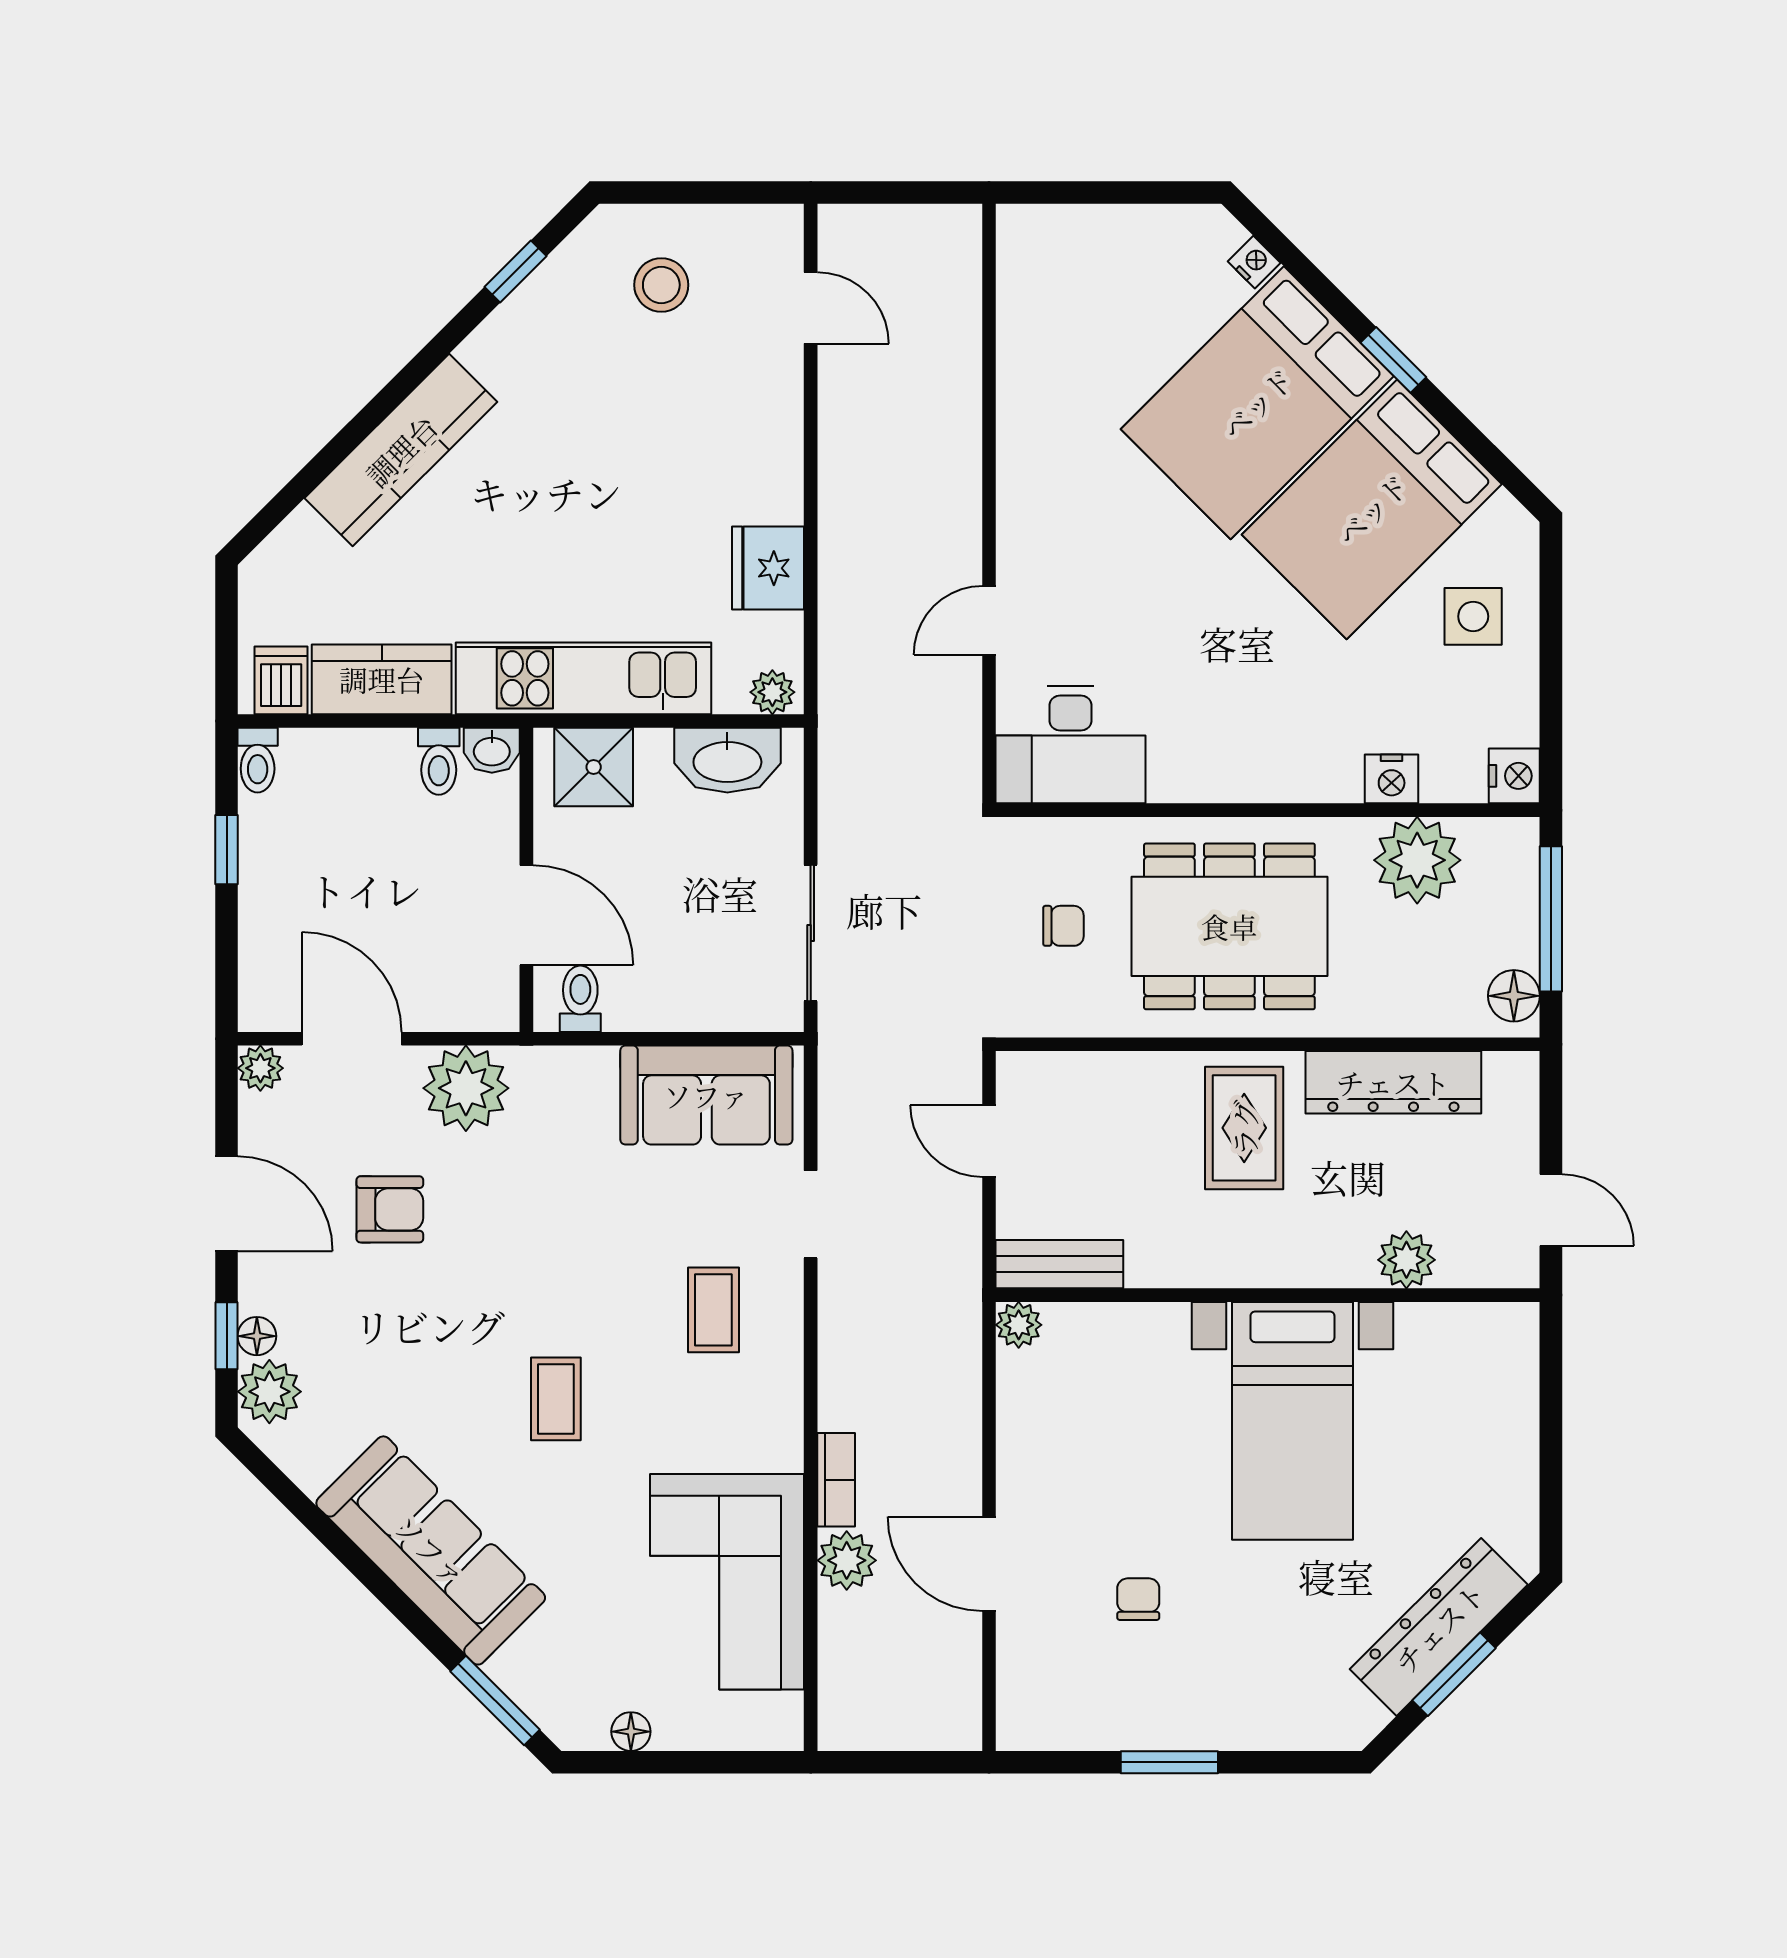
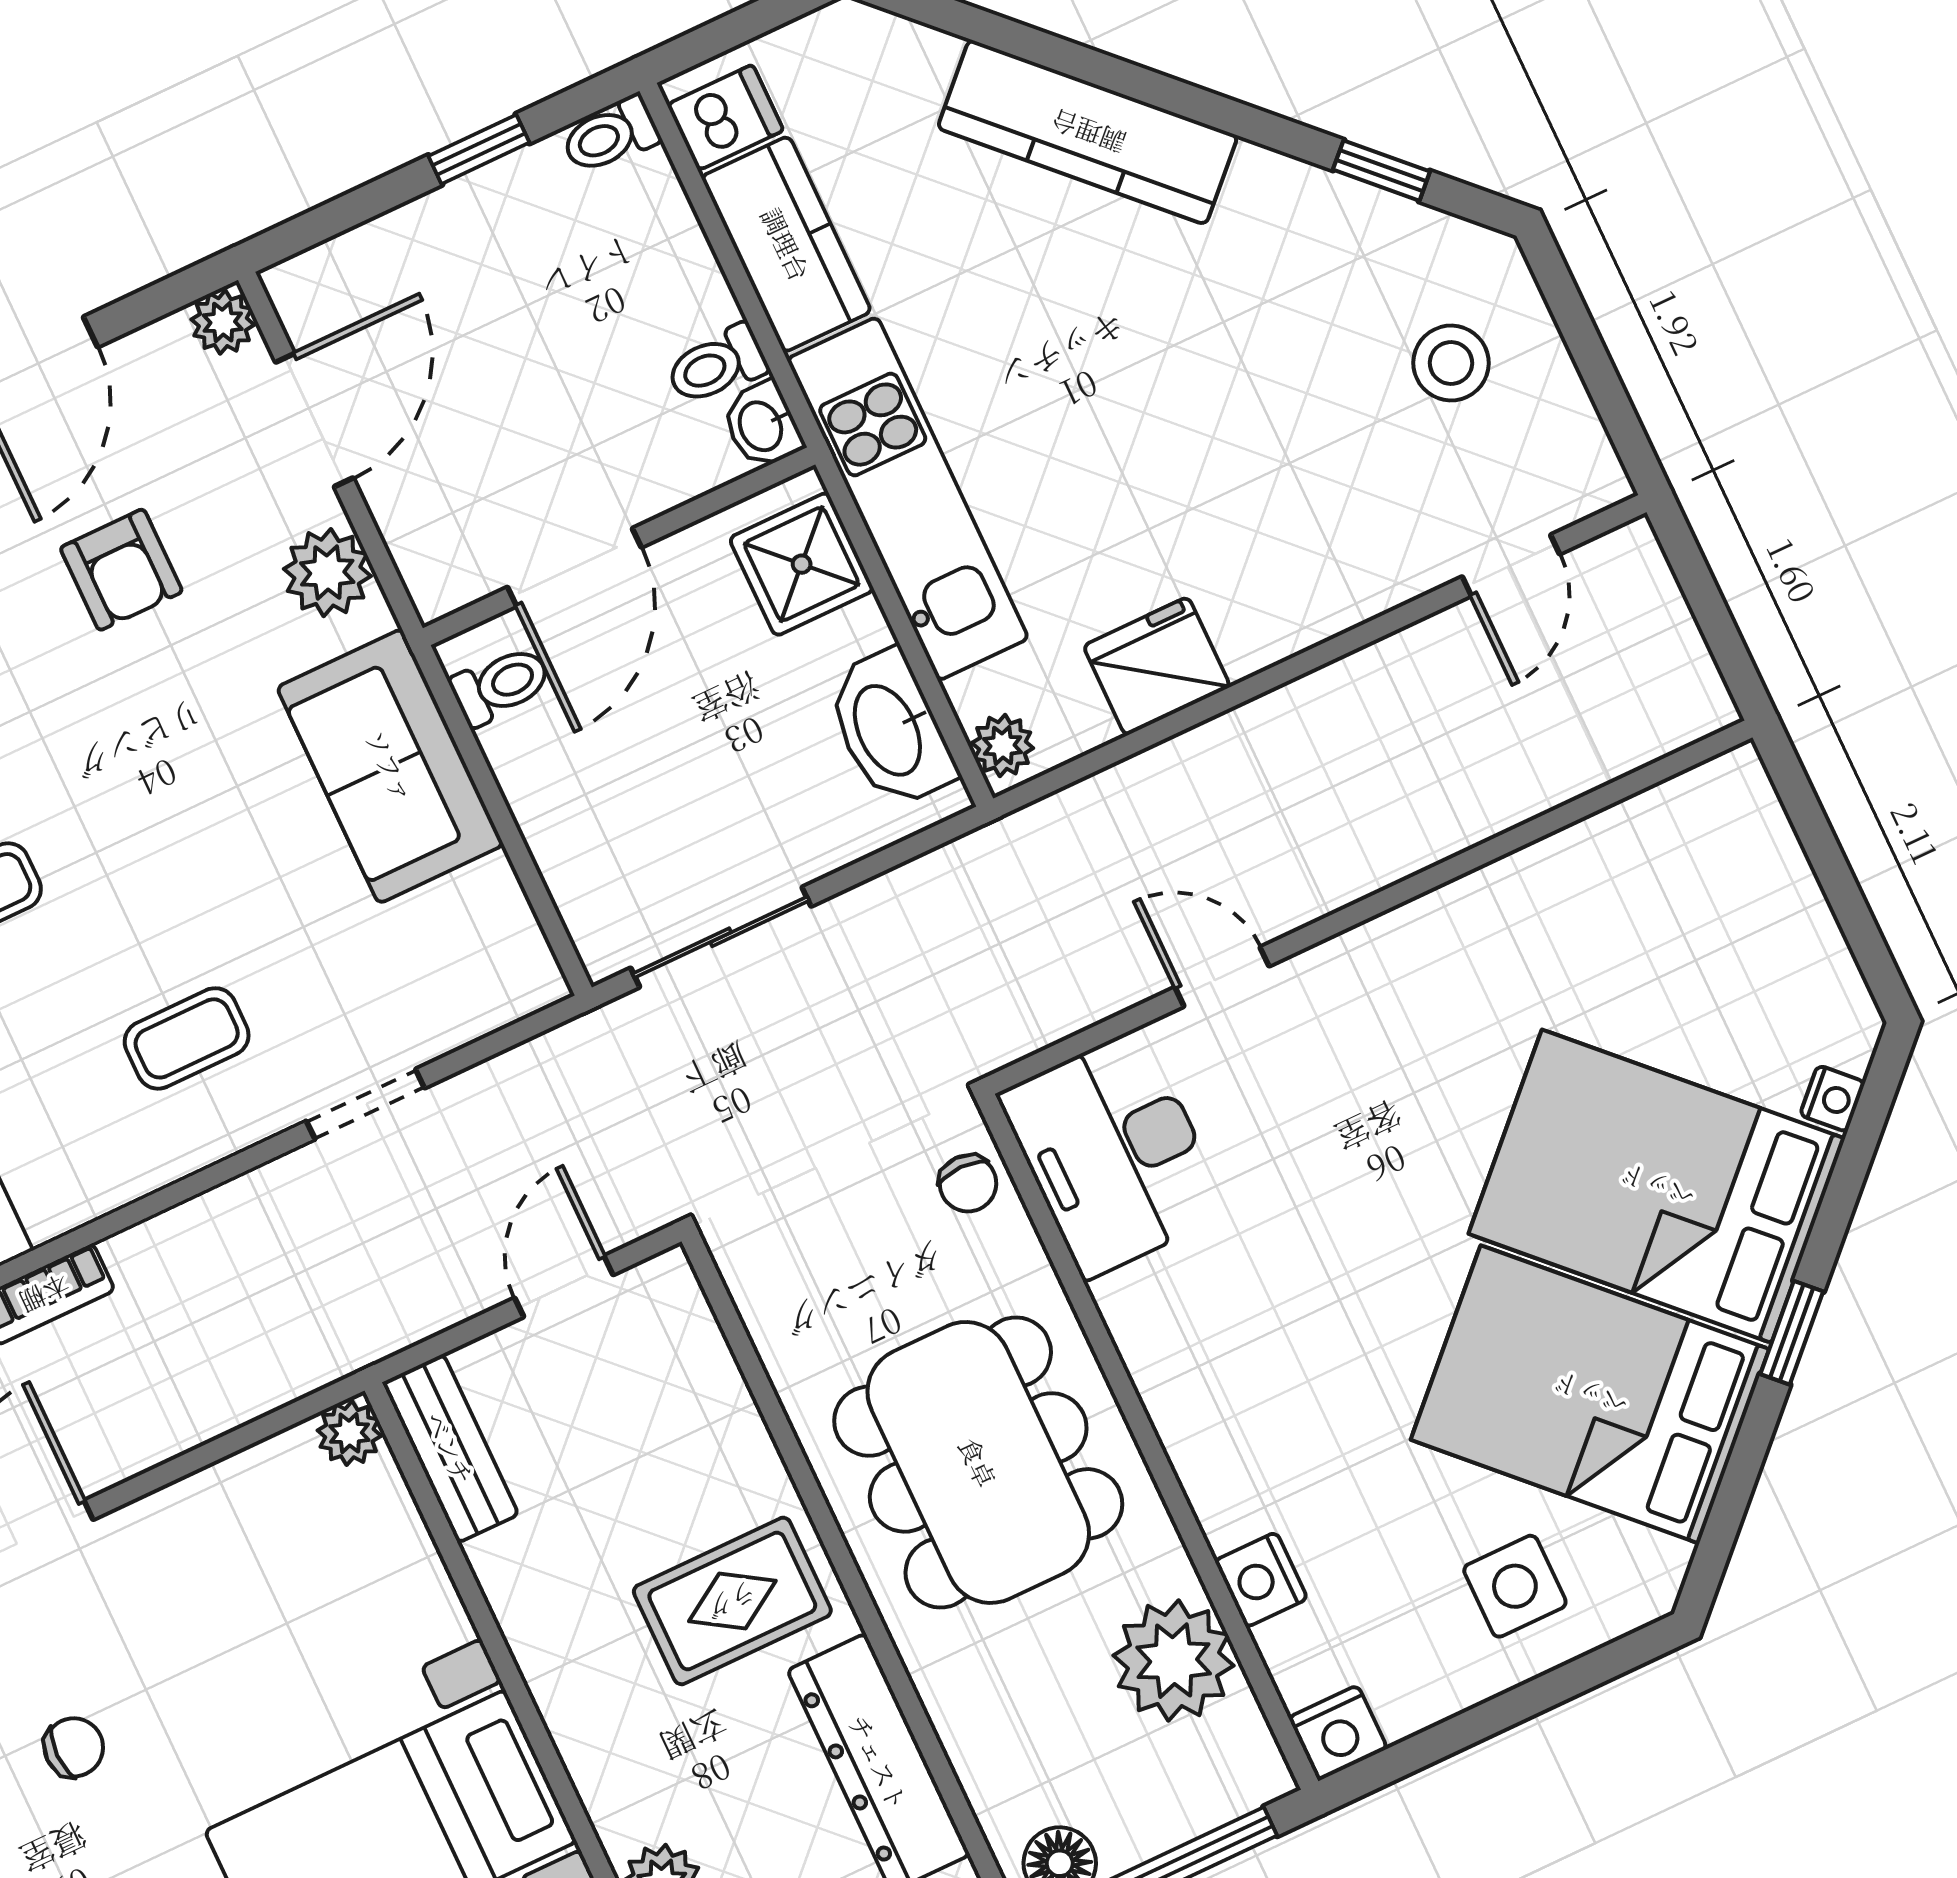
chair: (1063, 926) -> (968, 1183), moved
plant: (466, 1088) -> (327, 573), width x0.73, depth x0.73
sofa: (706, 1095) -> (390, 766), moved

